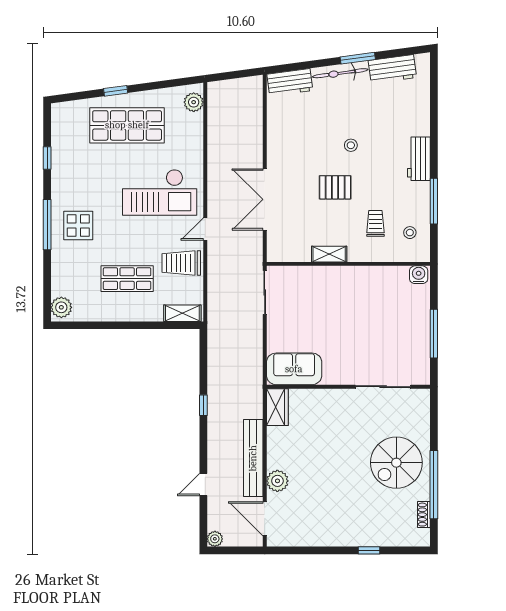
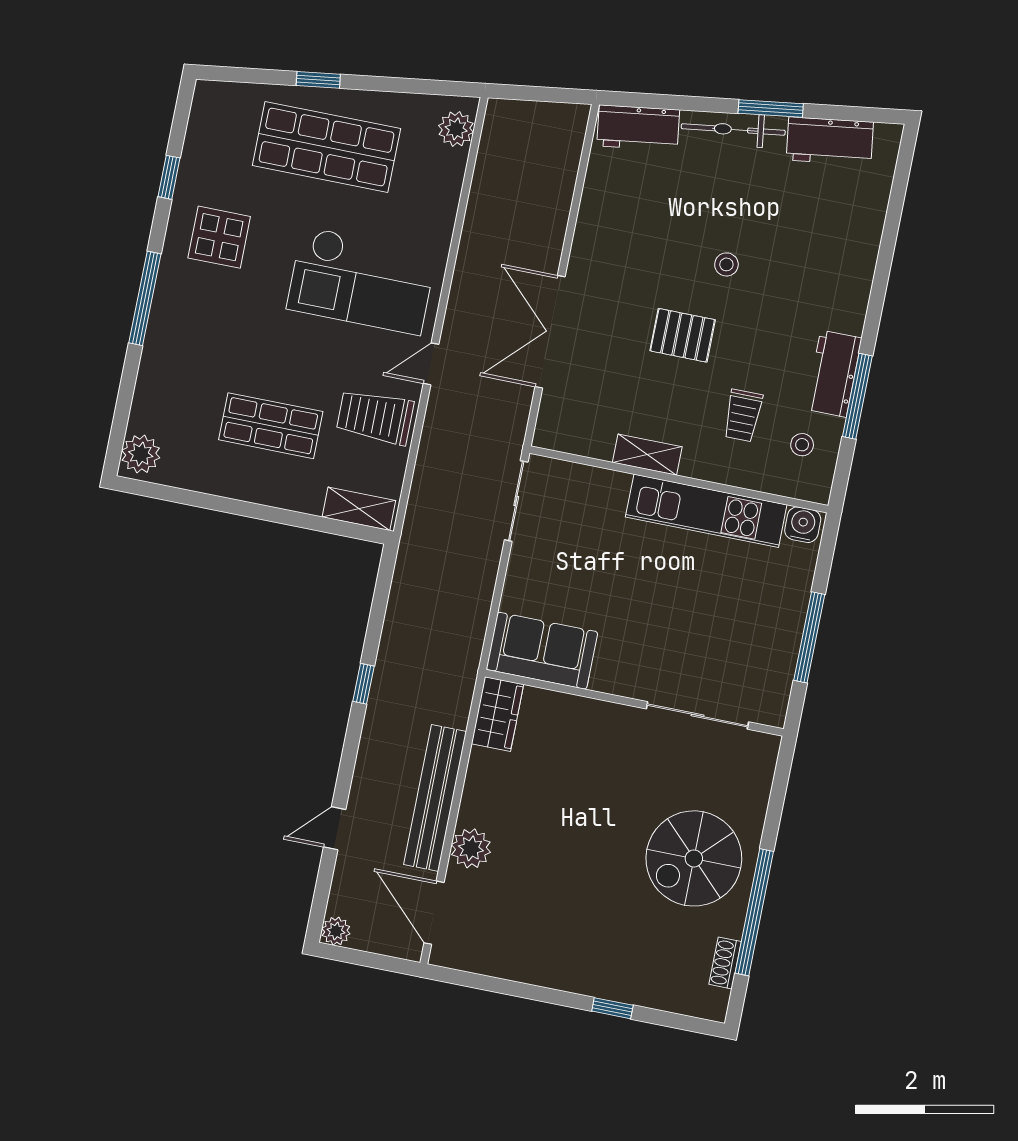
workbench: (419, 159) -> (833, 374), moved
trolley: (375, 223) -> (743, 416), turned 180
display table: (78, 226) -> (219, 237), moved
kitchen unit: (366, 278) -> (706, 511), added

